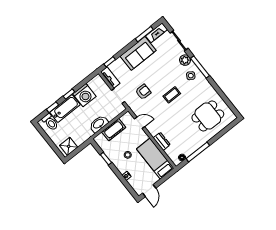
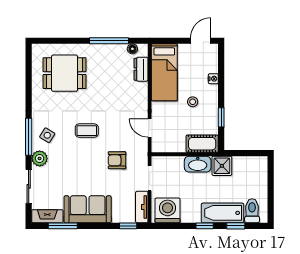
washing machine: (84, 95) -> (168, 210), moved
cot: (114, 130) -> (202, 144), moved
dresser: (162, 141) -> (141, 69), moved
shower: (69, 146) -> (222, 166), moved

